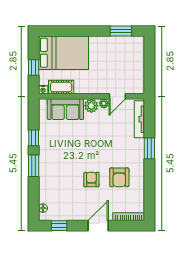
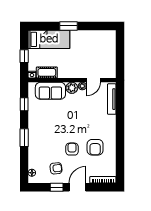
window: (121, 31) -> (68, 26), moved
bed: (64, 53) -> (49, 39), width x0.67
window: (34, 138) -> (24, 104), moved
window: (149, 148) -> (120, 123), removed
armchair: (72, 203) -> (56, 168), added
window: (59, 226) -> (57, 187), moved

